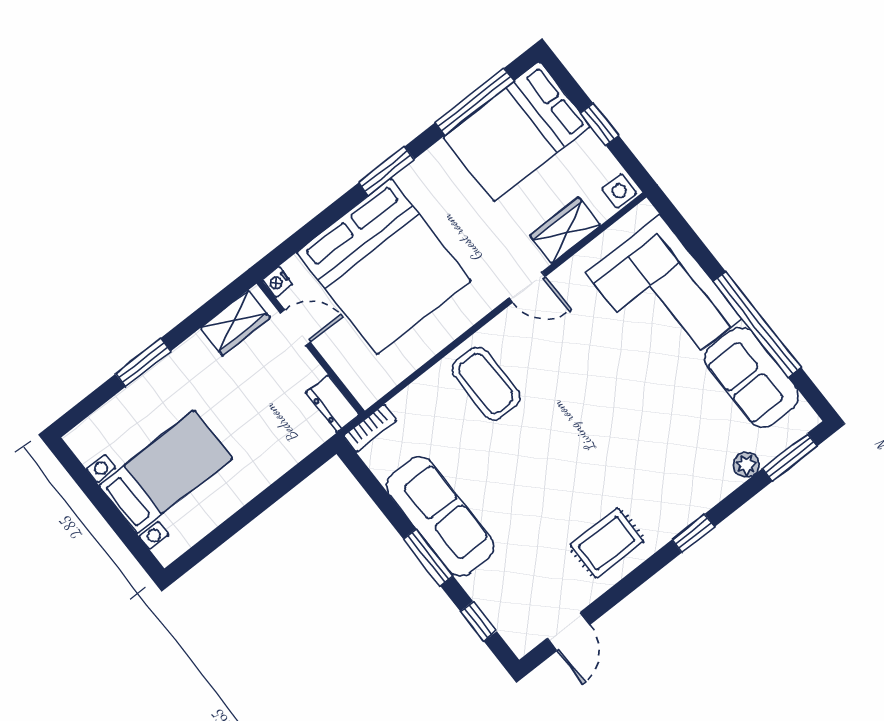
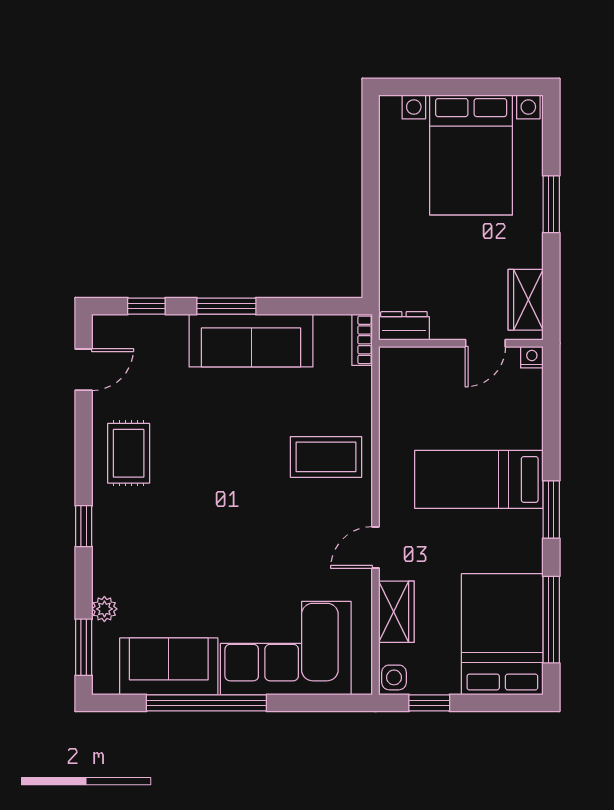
window: (599, 124) -> (429, 703), moved
bed: (384, 266) -> (479, 479), width x0.49
bed with nightstands: (166, 472) -> (471, 155), width x1.36
door: (568, 632) -> (84, 370), swing flipped

